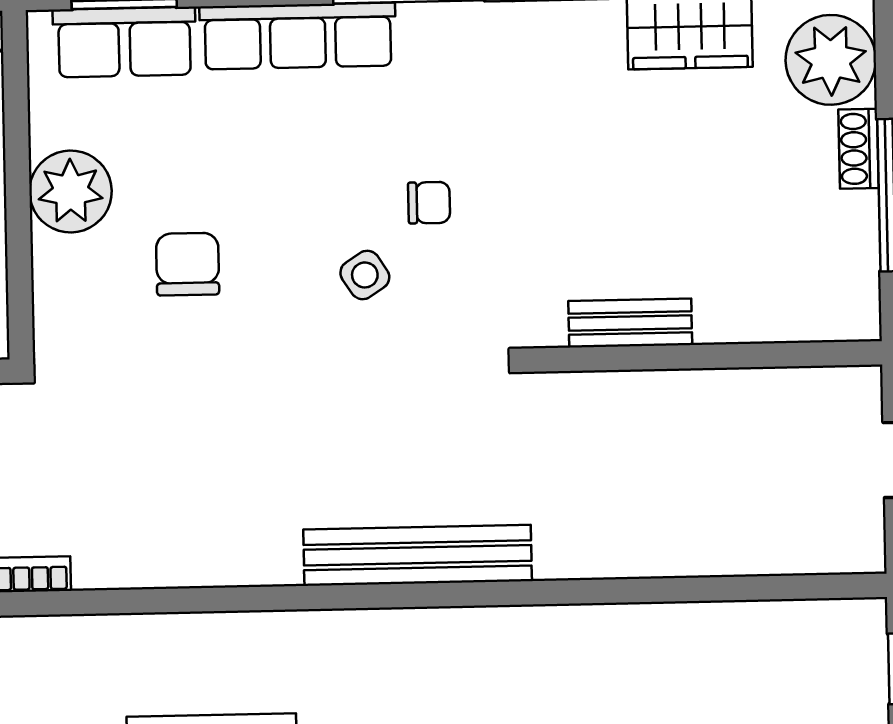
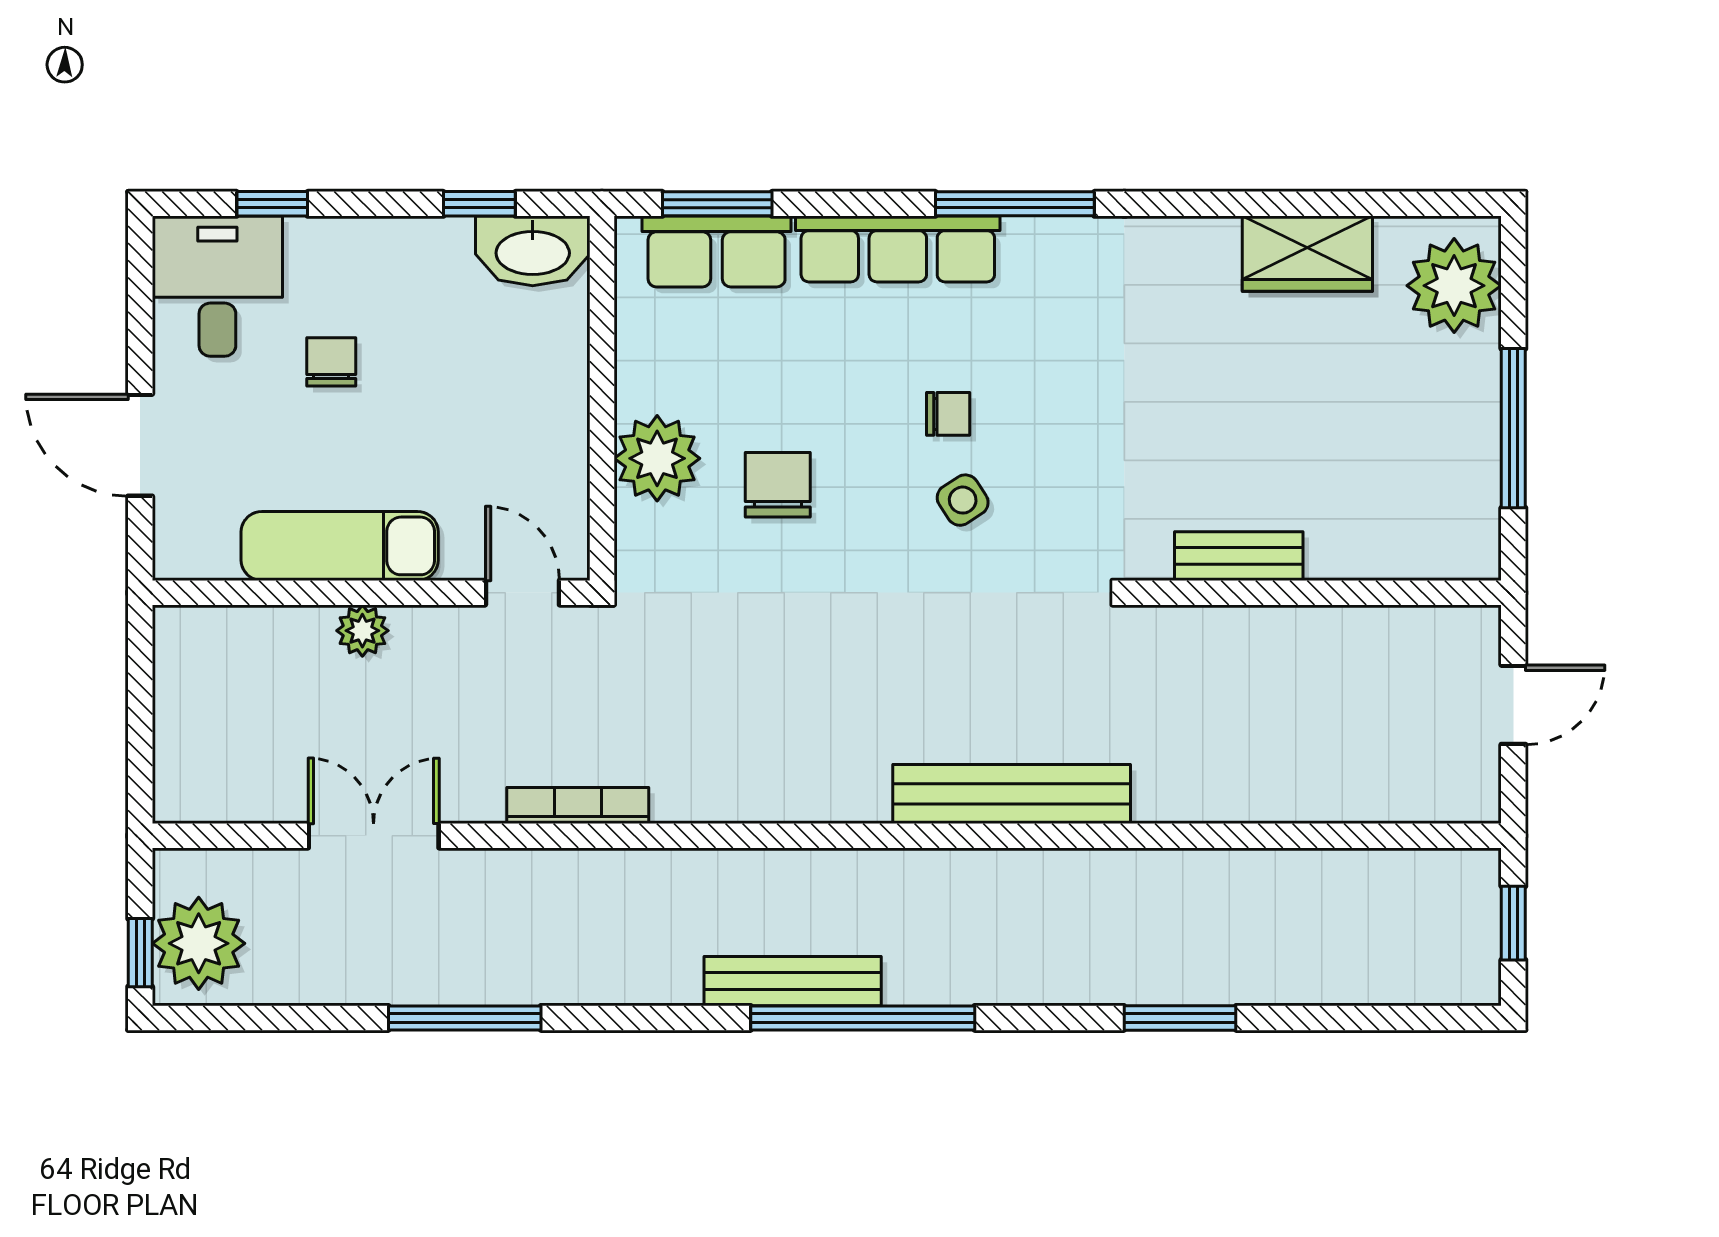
shoe rack: (858, 149) -> (1481, 379), removed
plant: (71, 191) -> (657, 458), moved
chair: (429, 203) -> (948, 414), moved

